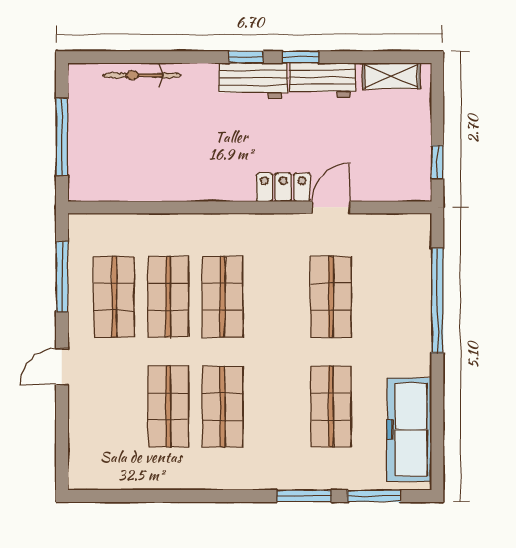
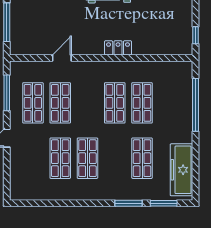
door: (331, 207) -> (62, 58), moved
shop shelf: (223, 297) -> (115, 103), moved

